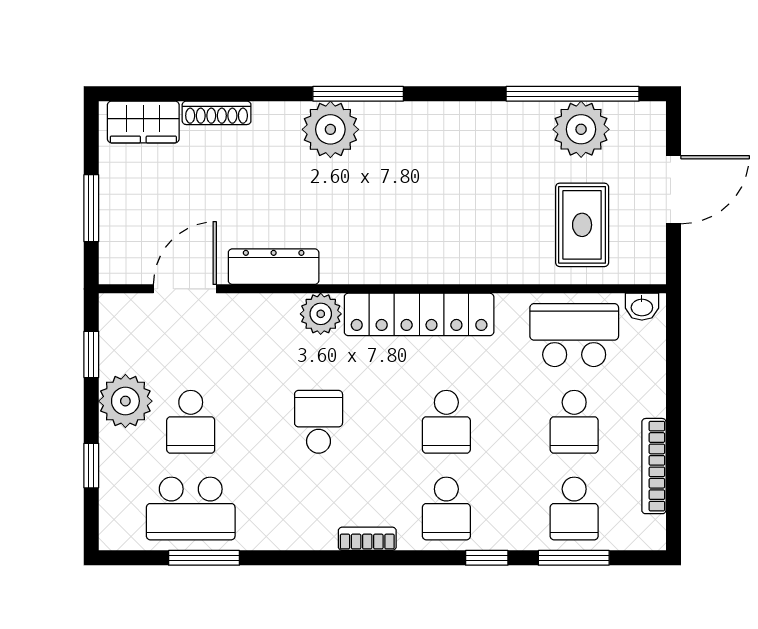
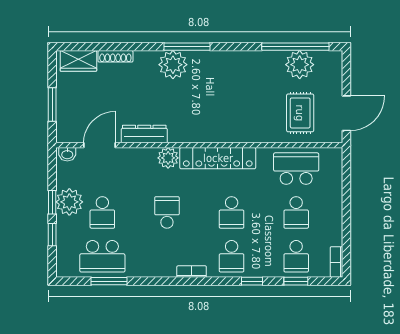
door: (674, 190) -> (346, 113), moved
washbasin: (642, 307) -> (67, 154), moved
window: (91, 354) -> (52, 202), moved
bookcase: (654, 466) -> (336, 262), moved, width x0.64
window: (574, 558) -> (296, 281), width x0.67

